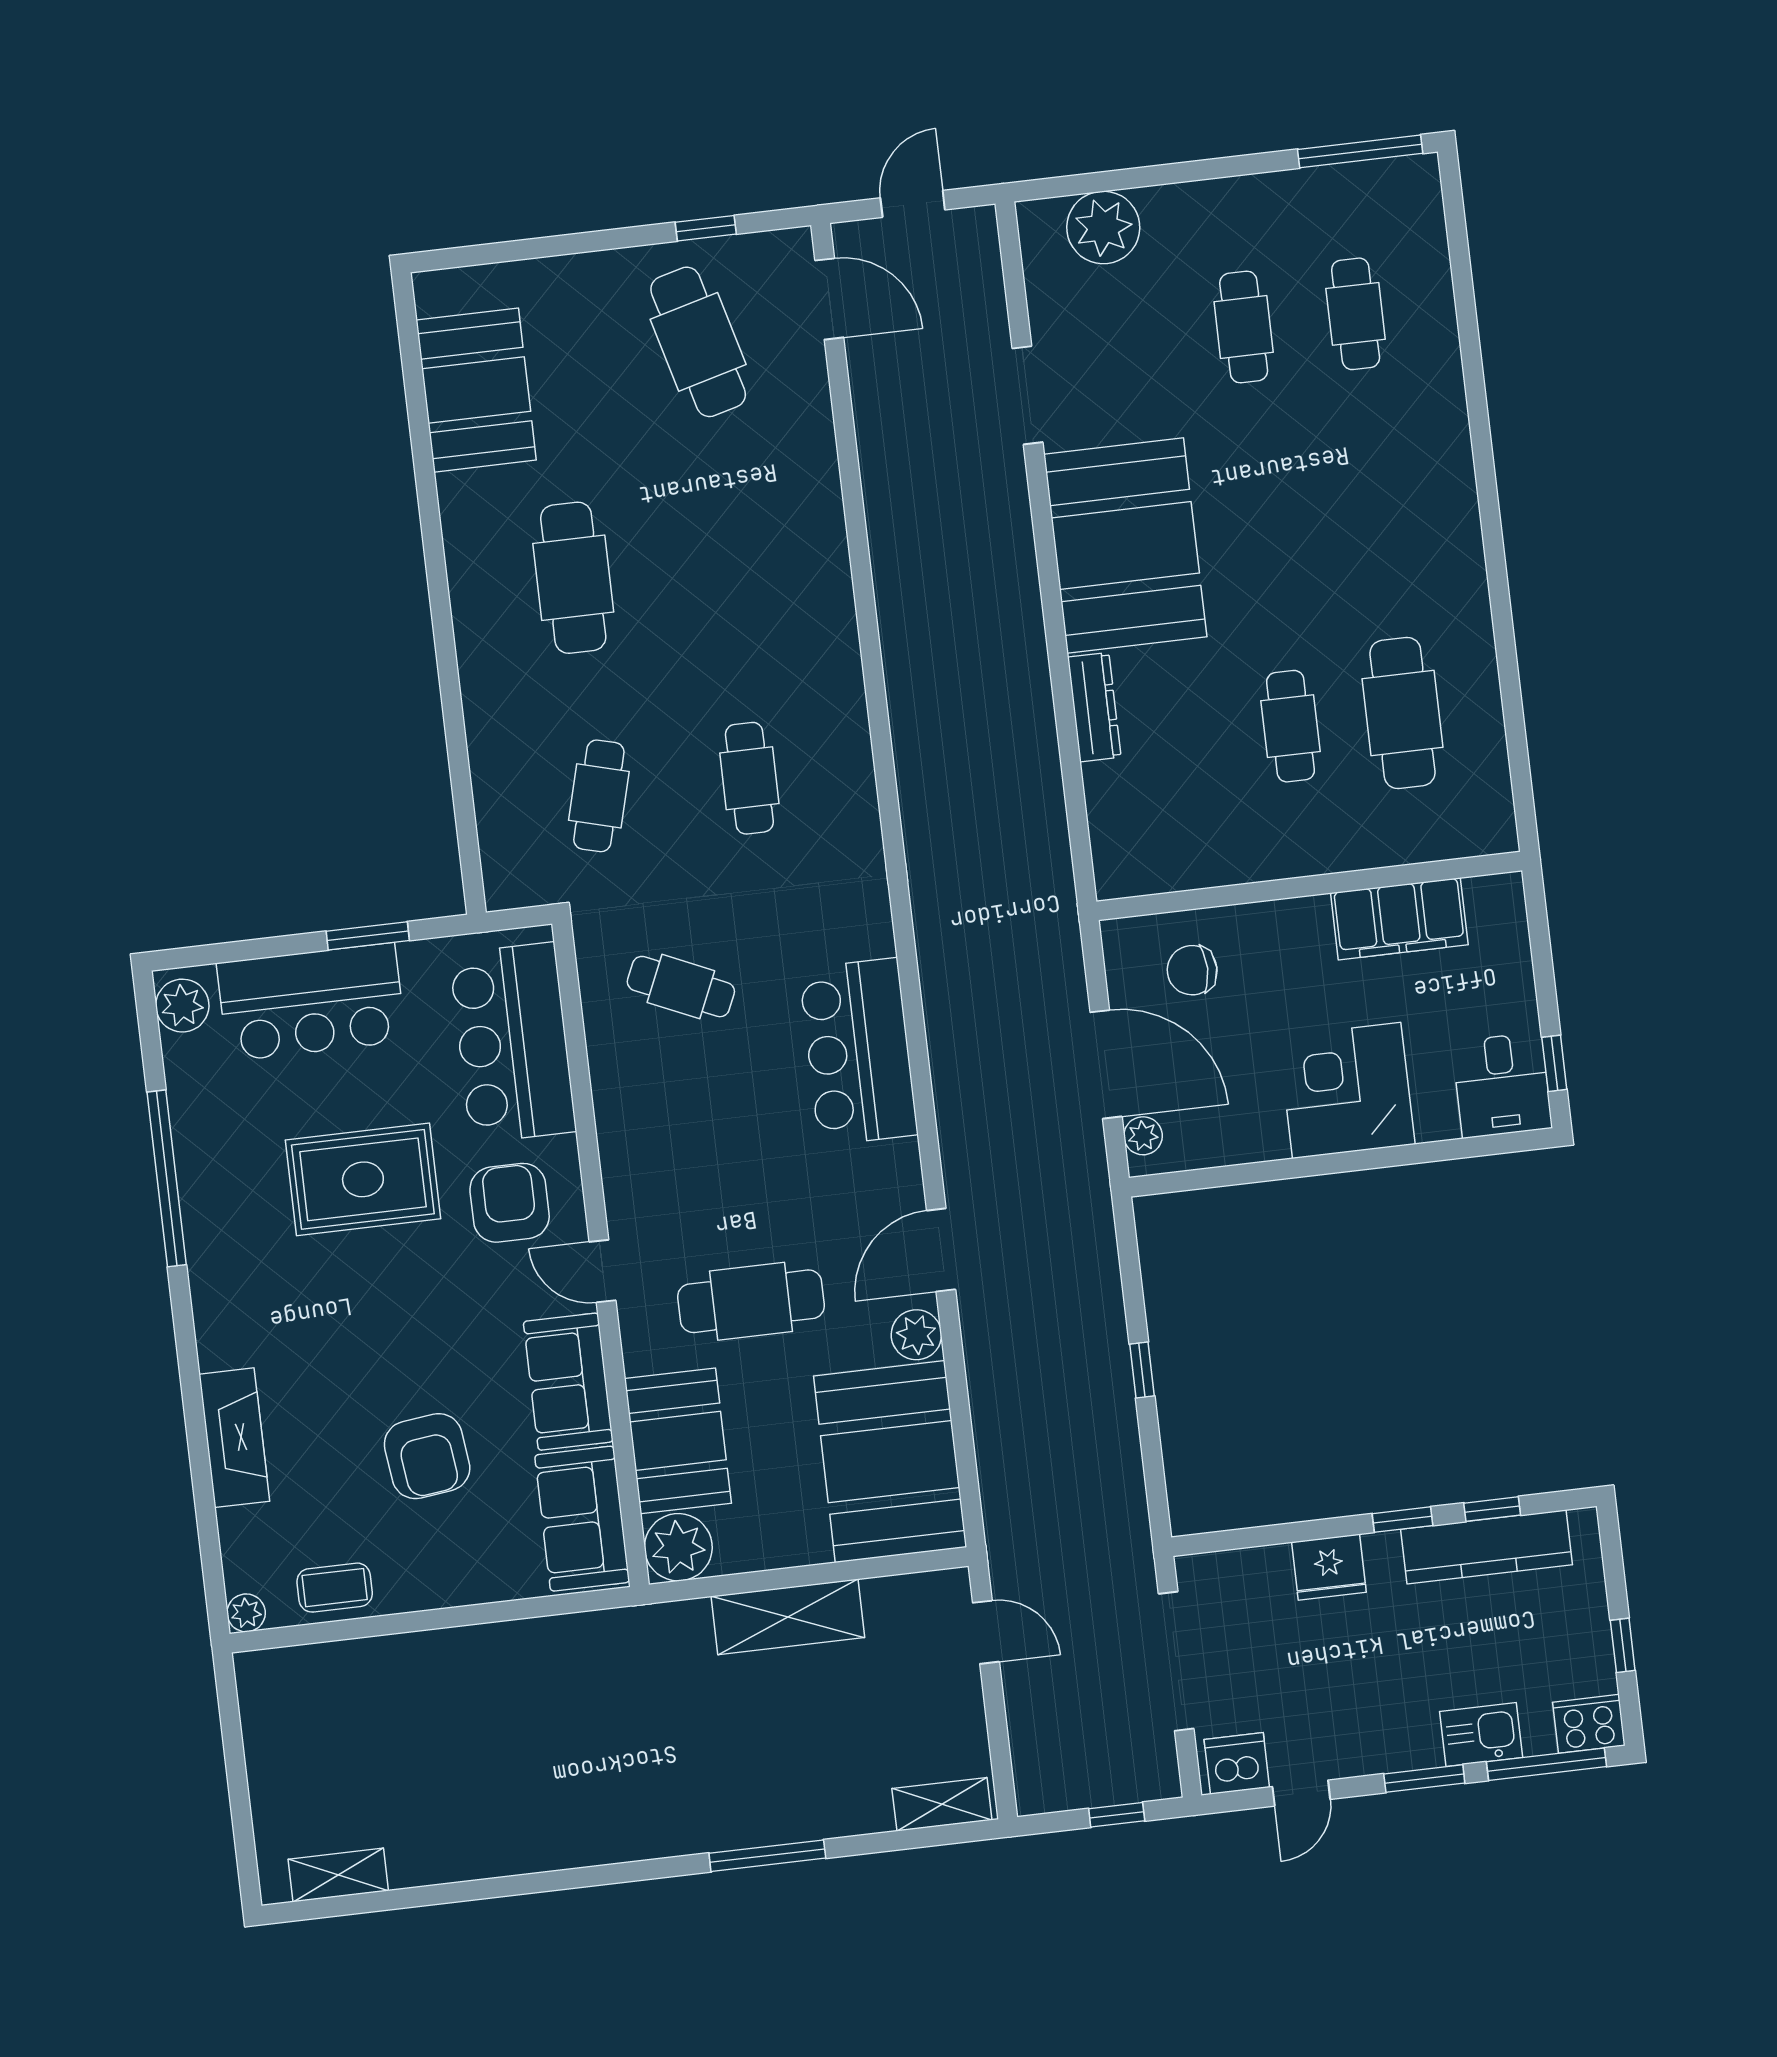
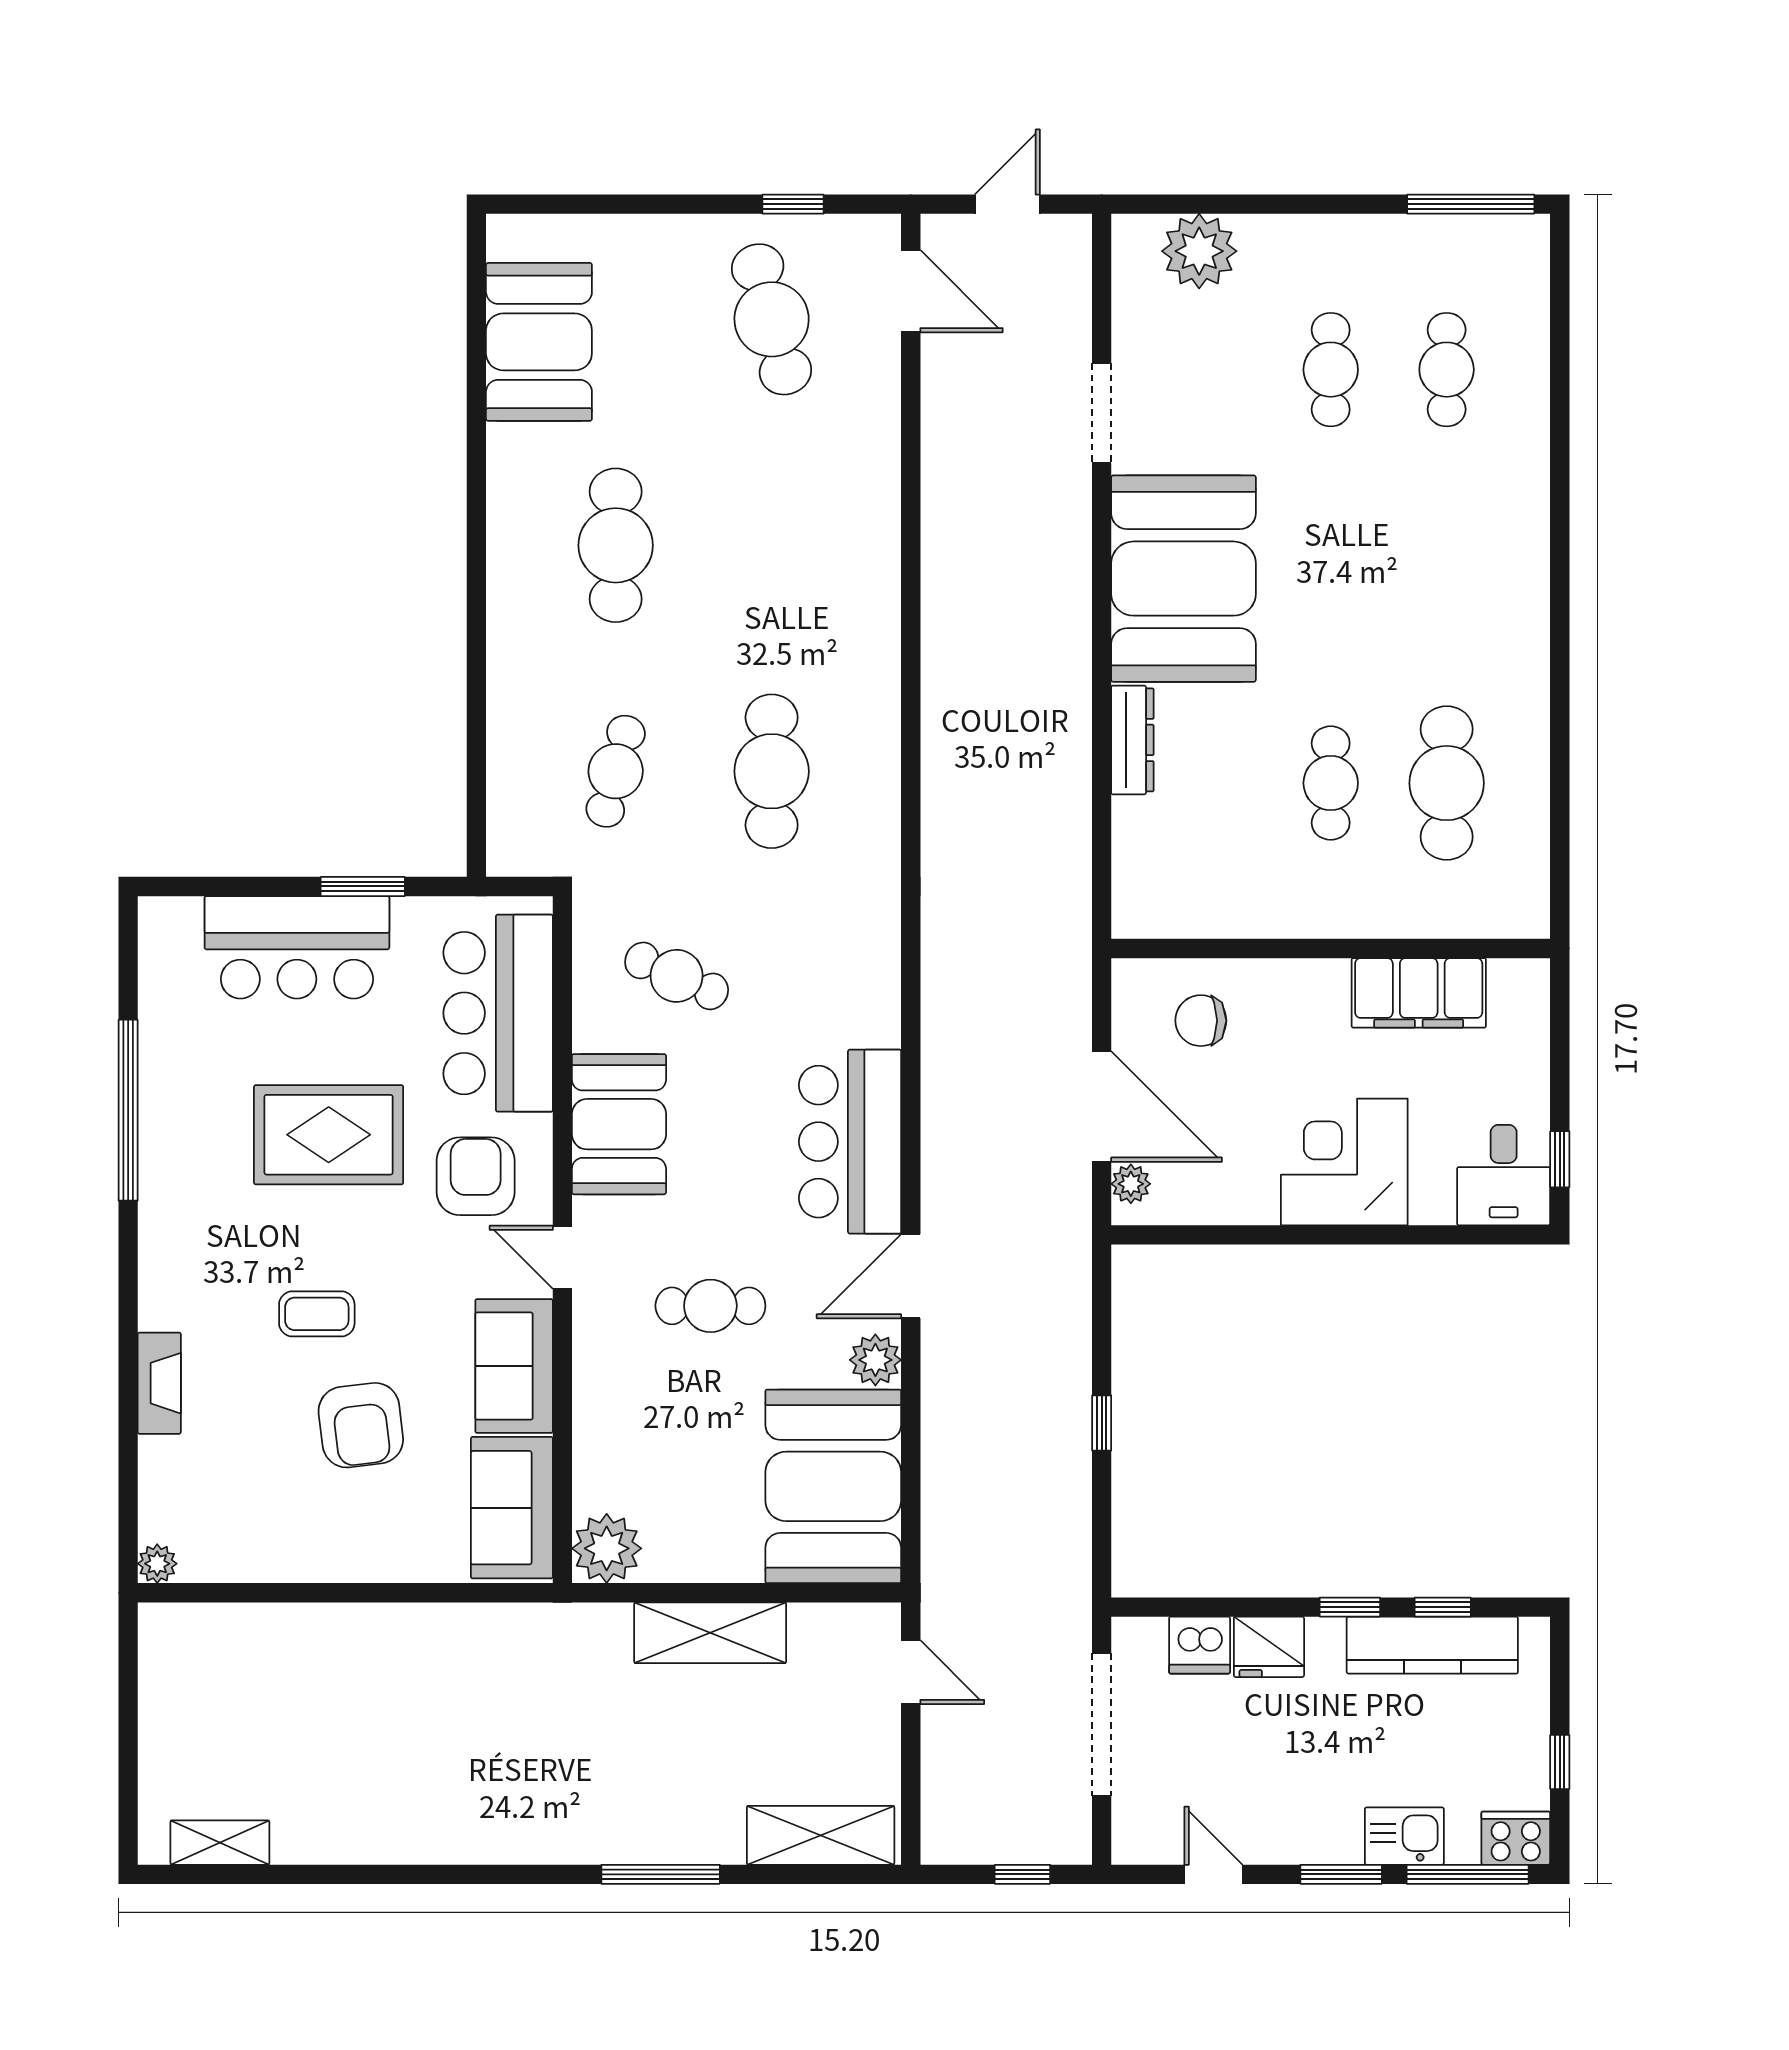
cafe table: (749, 778) -> (772, 771), width x1.37, depth x1.35
plant: (182, 1006) -> (165, 935), removed
bar counter: (858, 1052) -> (850, 1142), moved
cafe table: (751, 1301) -> (710, 1306), width x0.73, depth x0.74
fireplace: (234, 1438) -> (159, 1383), width x0.73, depth x0.76
booth: (678, 1441) -> (619, 1124), moved
coffee table: (335, 1588) -> (317, 1314), moved
dishwasher: (1237, 1763) -> (1200, 1645), moved, turned 180
door: (1301, 1793) -> (1214, 1874), swing flipped
shelving: (942, 1804) -> (821, 1835), width x1.50, depth x1.33

